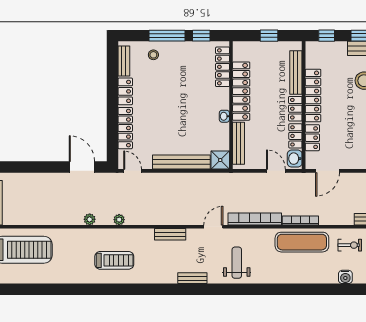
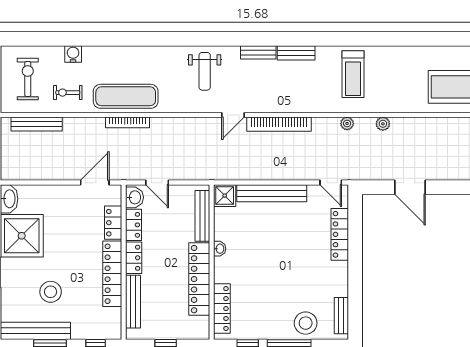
stool: (153, 55) -> (306, 323), width x1.89, depth x1.89
locker: (125, 91) -> (340, 279), removed
door: (82, 167) -> (410, 187), moved
bookcase: (255, 219) -> (279, 124), moved
bench: (170, 234) -> (296, 53), moved
treadmill: (114, 260) -> (353, 74), turned -90

